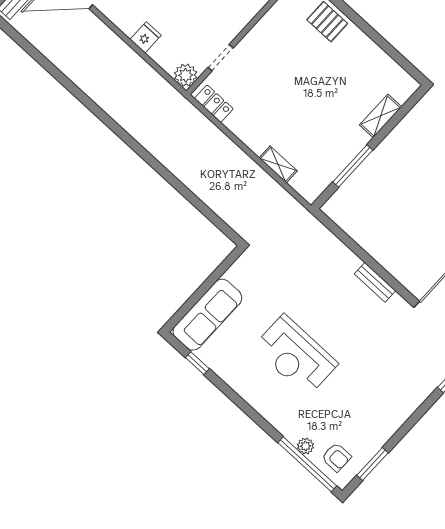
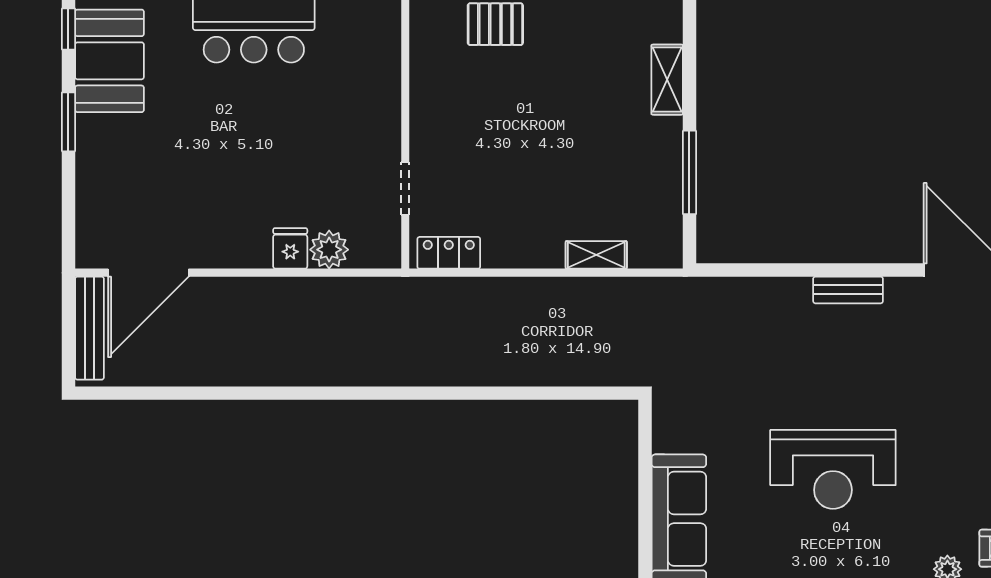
plant: (186, 75) -> (329, 250), moved

